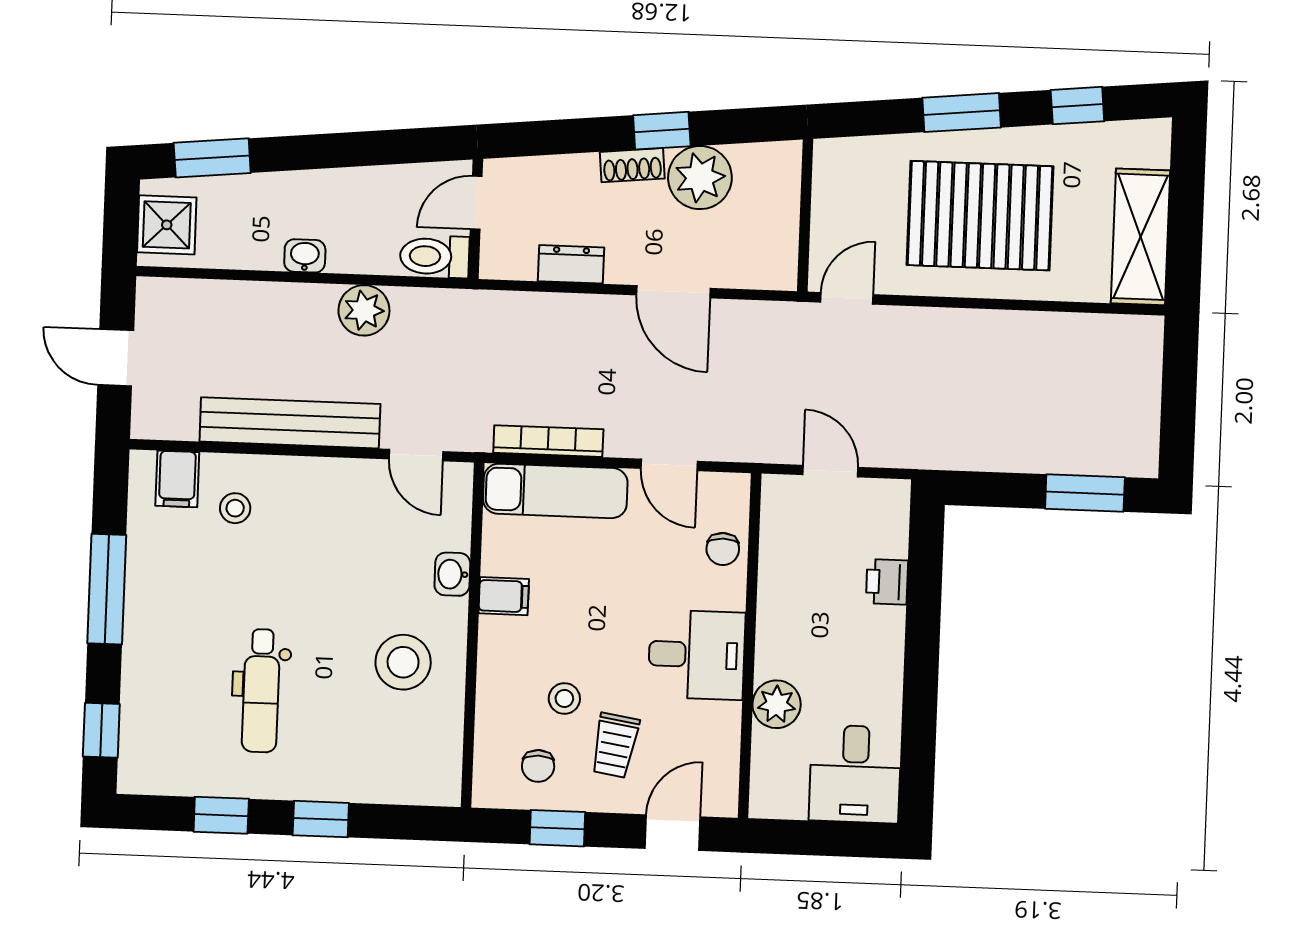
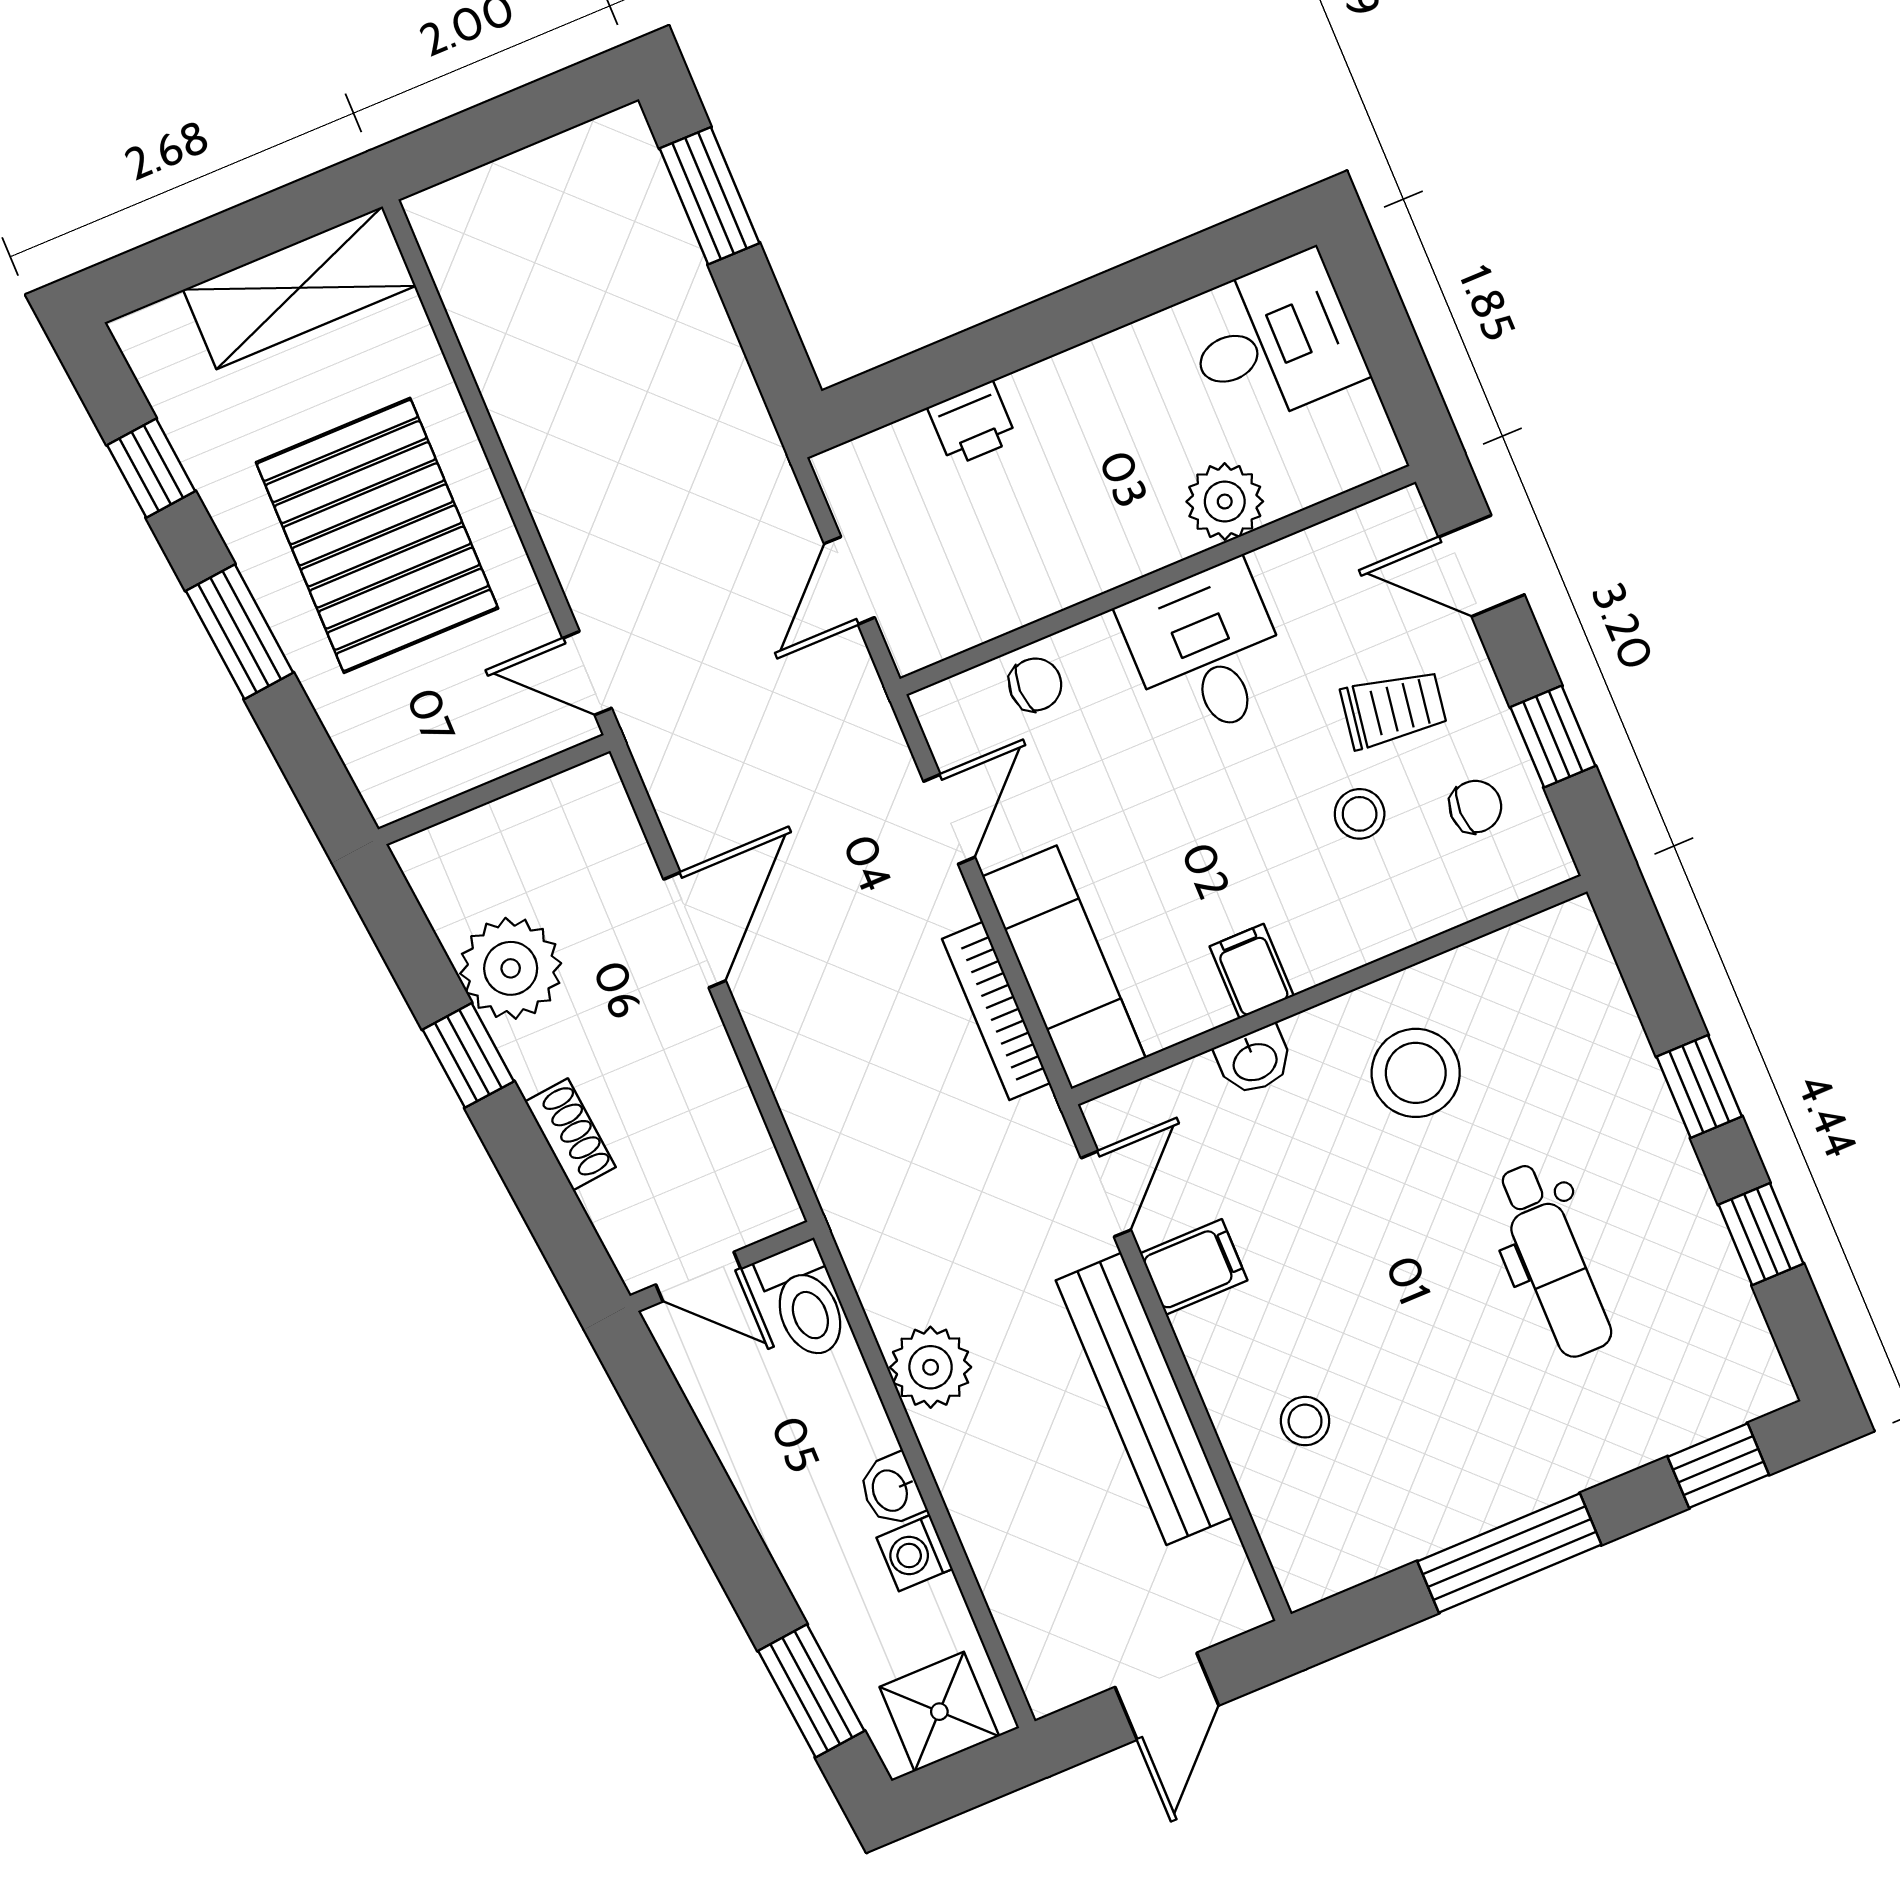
shoe rack: (632, 165) -> (570, 1134), moved
washing machine: (263, 252) -> (915, 1553), added
dresser: (571, 264) -> (724, 1097), removed
filing cabinet: (177, 479) -> (1194, 1267), moved
dental chair: (261, 691) -> (1553, 1260), turned 90

